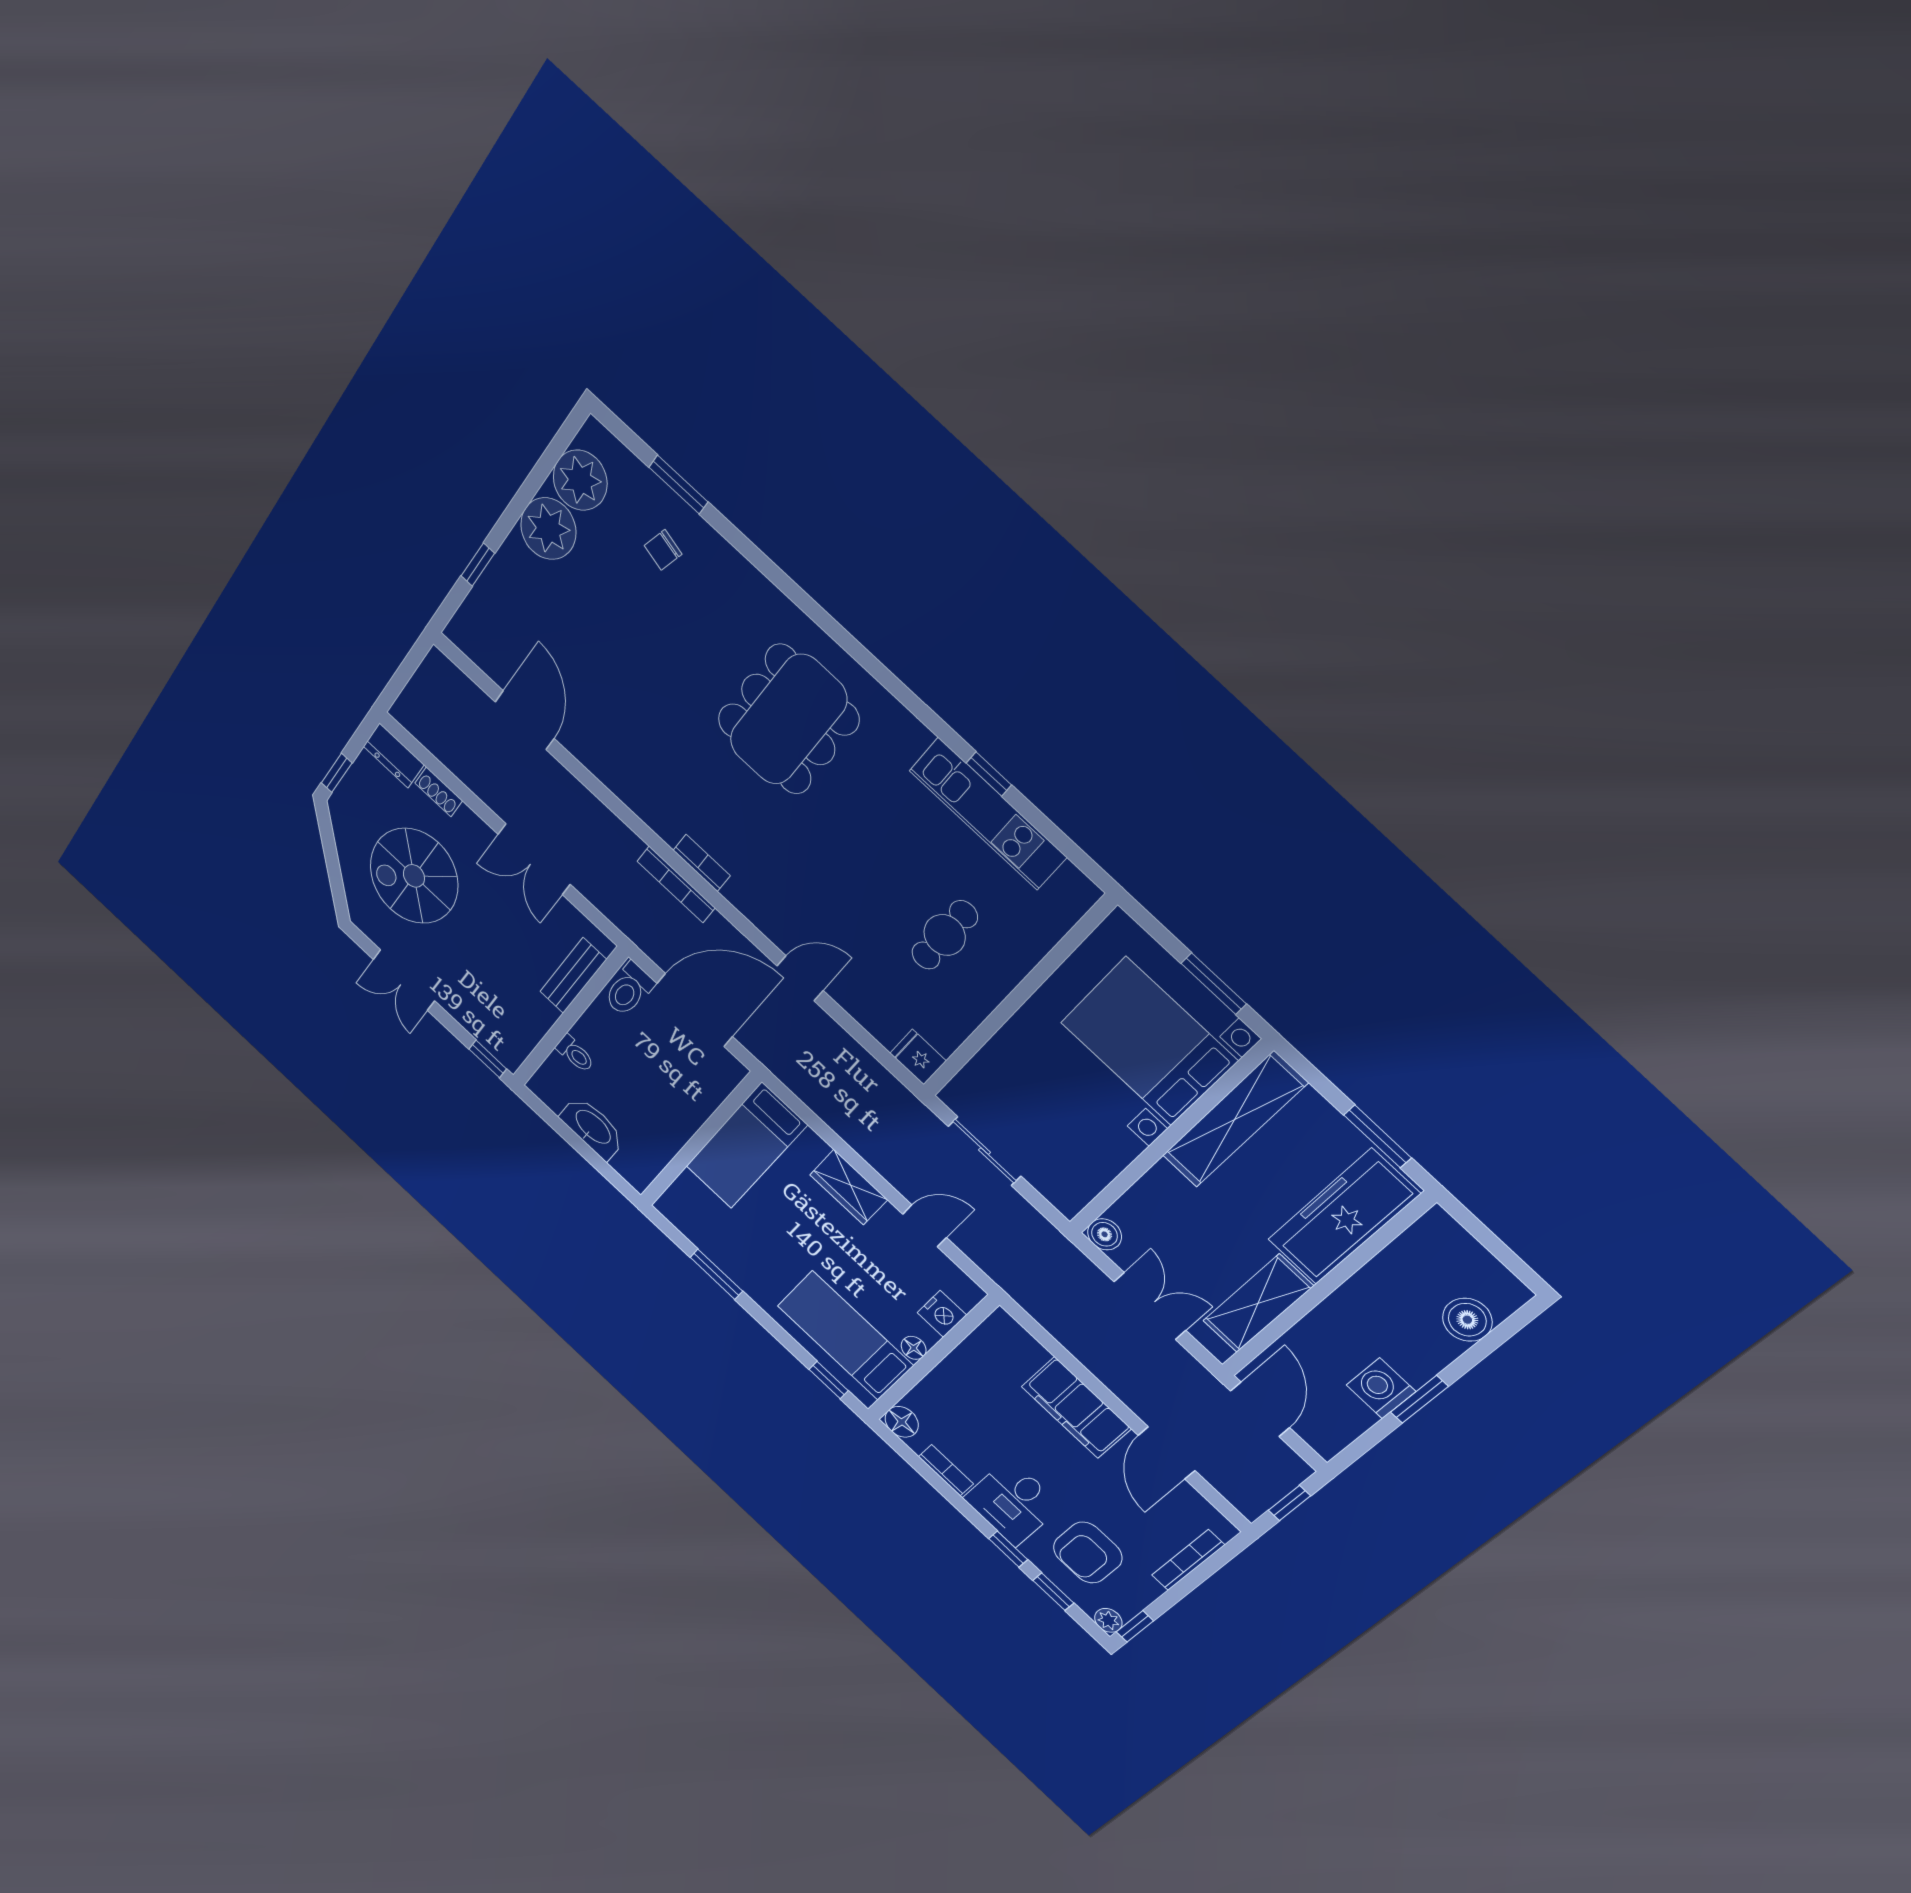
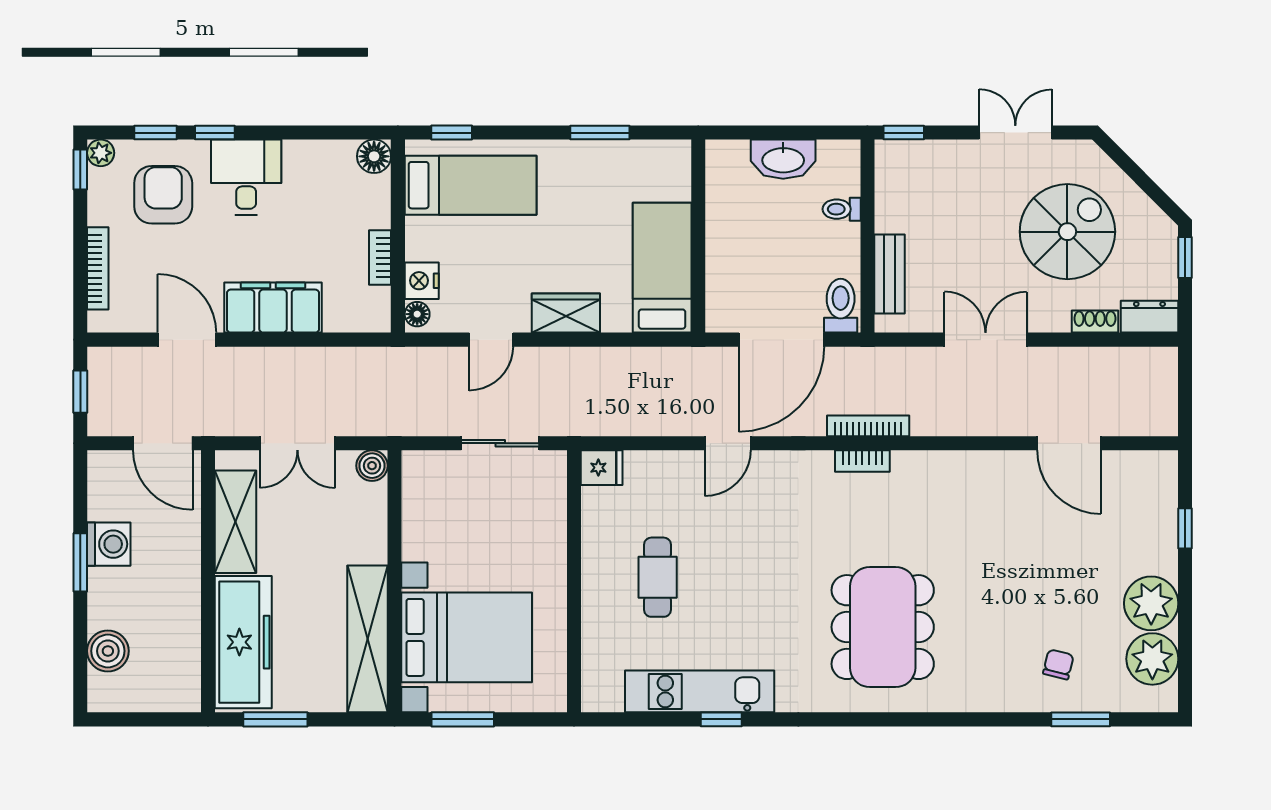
floor lamp: (914, 1348) -> (417, 314), moved
bookcase: (946, 1470) -> (380, 258), moved, turned 90

